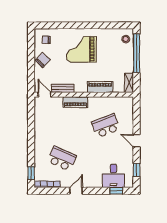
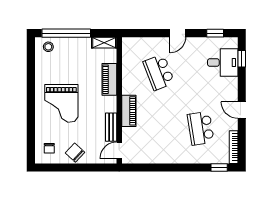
school desk: (62, 159) -> (201, 128), turned -33

